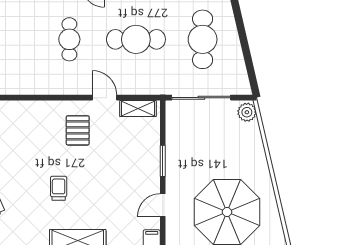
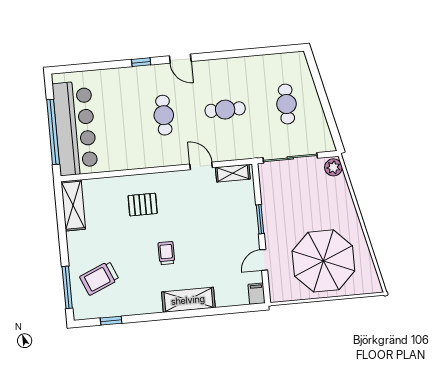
cafe table: (136, 39) -> (225, 110), width x0.73, depth x0.74
cafe table: (203, 39) -> (286, 104), width x0.73, depth x0.74
pallet: (78, 130) -> (143, 205), moved, turned 90

